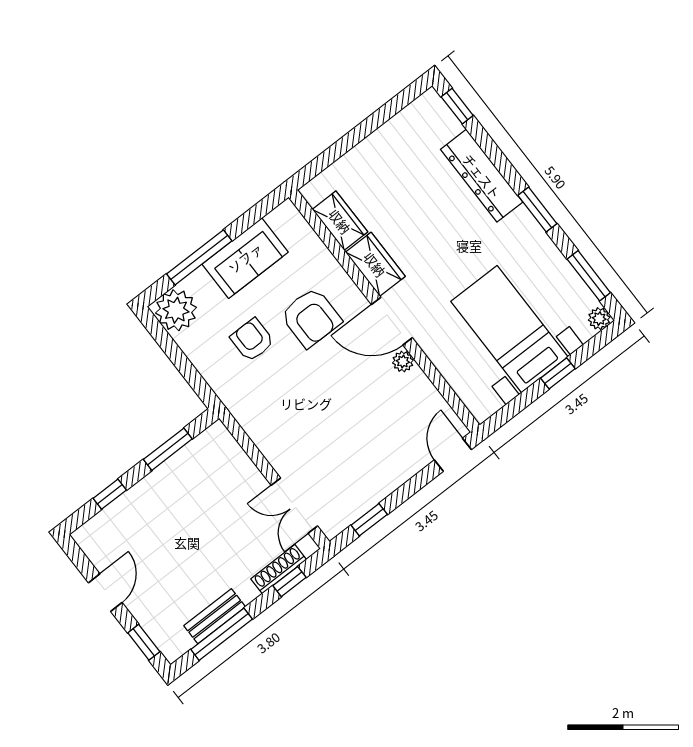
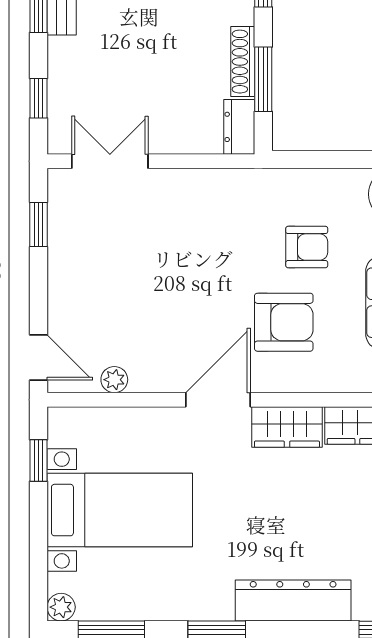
armchair: (311, 318) -> (284, 322), turned 180
plant: (403, 361) -> (114, 380), moved
window: (558, 373) -> (39, 461), moved
dresser: (210, 441) -> (239, 127), added
shoe rack: (279, 569) -> (243, 62), moved, turned 180

